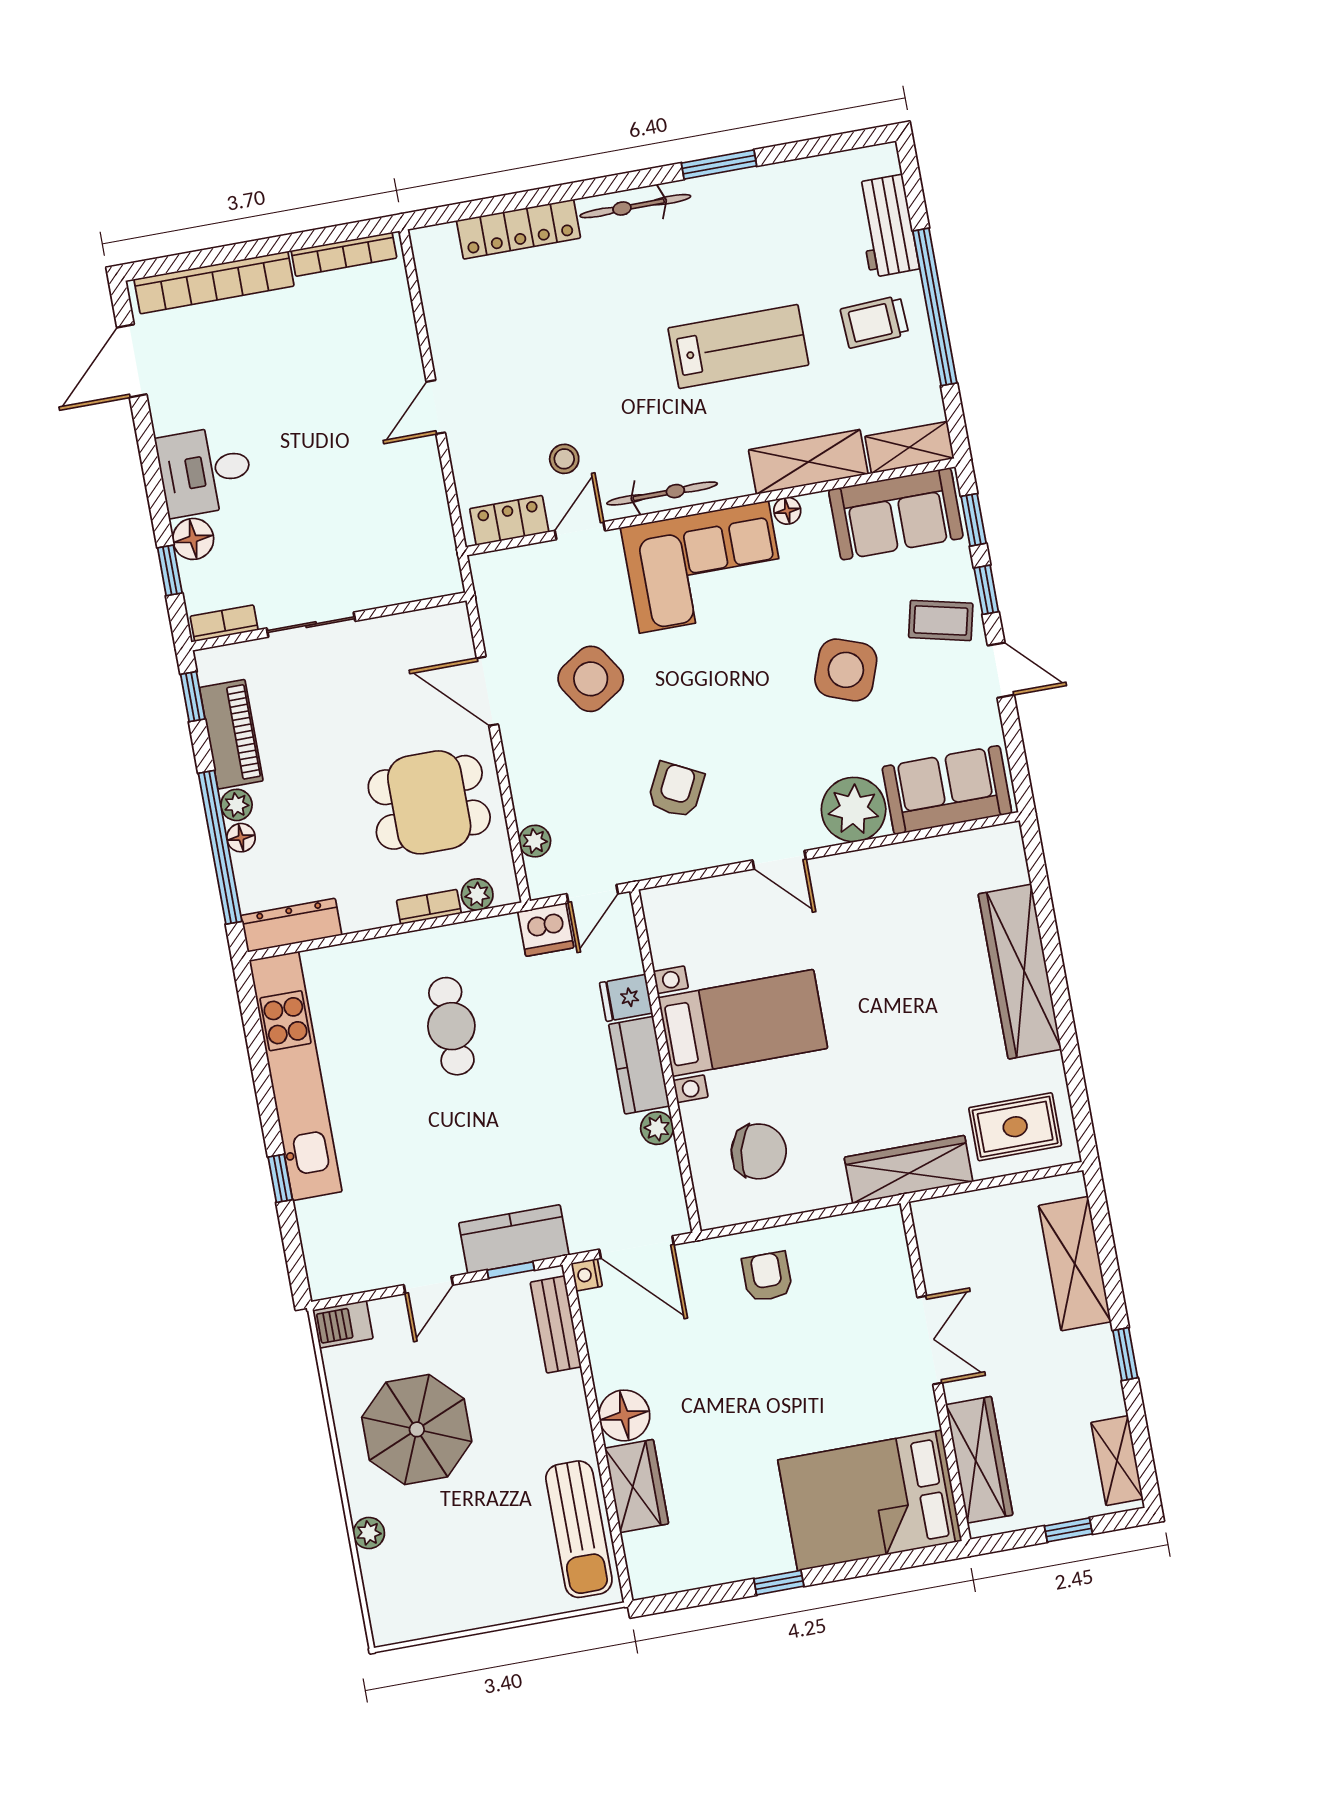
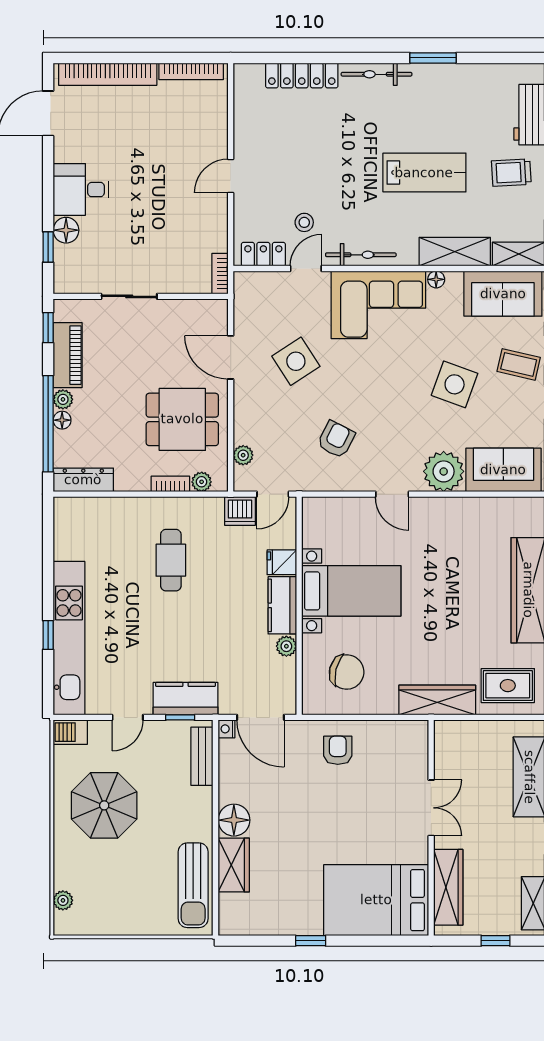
bookcase: (224, 623) -> (220, 274), moved, turned -90
kitchen unit: (296, 1076) -> (69, 638), moved
plant: (369, 1533) -> (63, 900), moved

